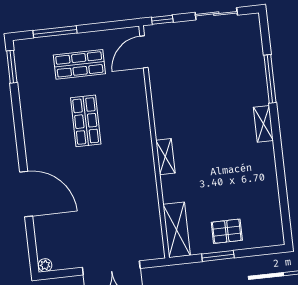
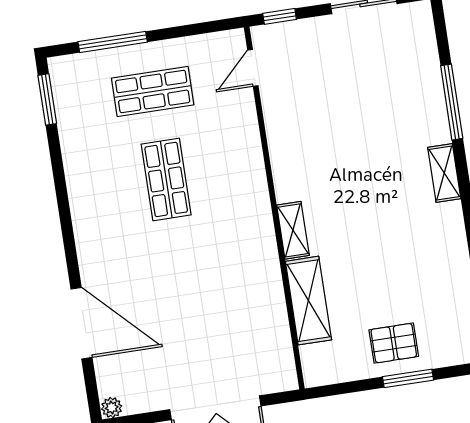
door: (144, 52) -> (253, 68), width x0.73
door: (26, 194) -> (82, 323), moved
shelving: (177, 230) -> (308, 301), moved
window: (218, 256) -> (408, 378), moved

